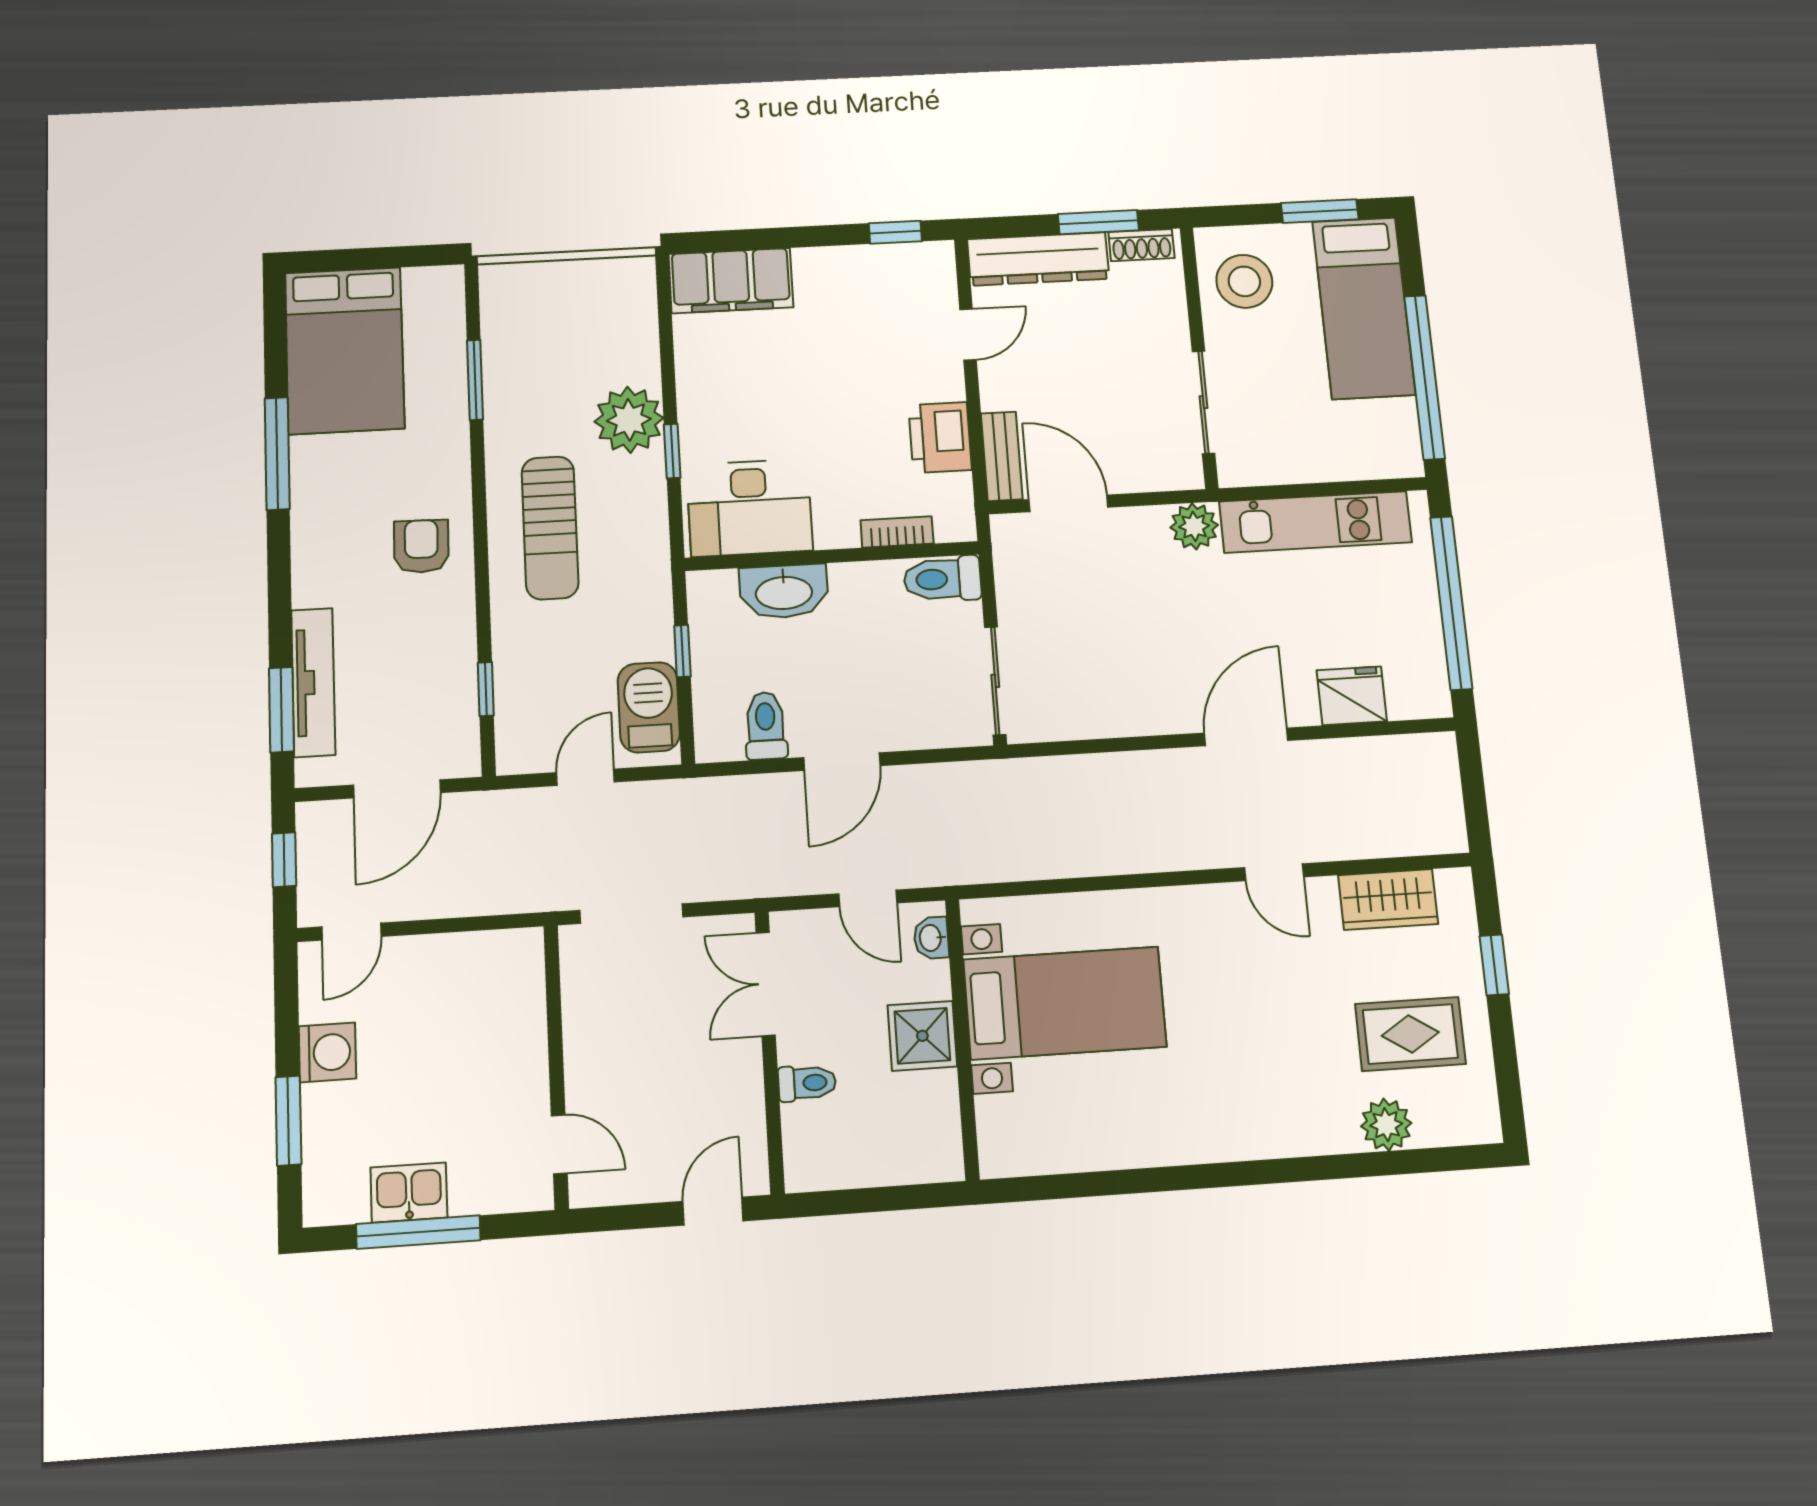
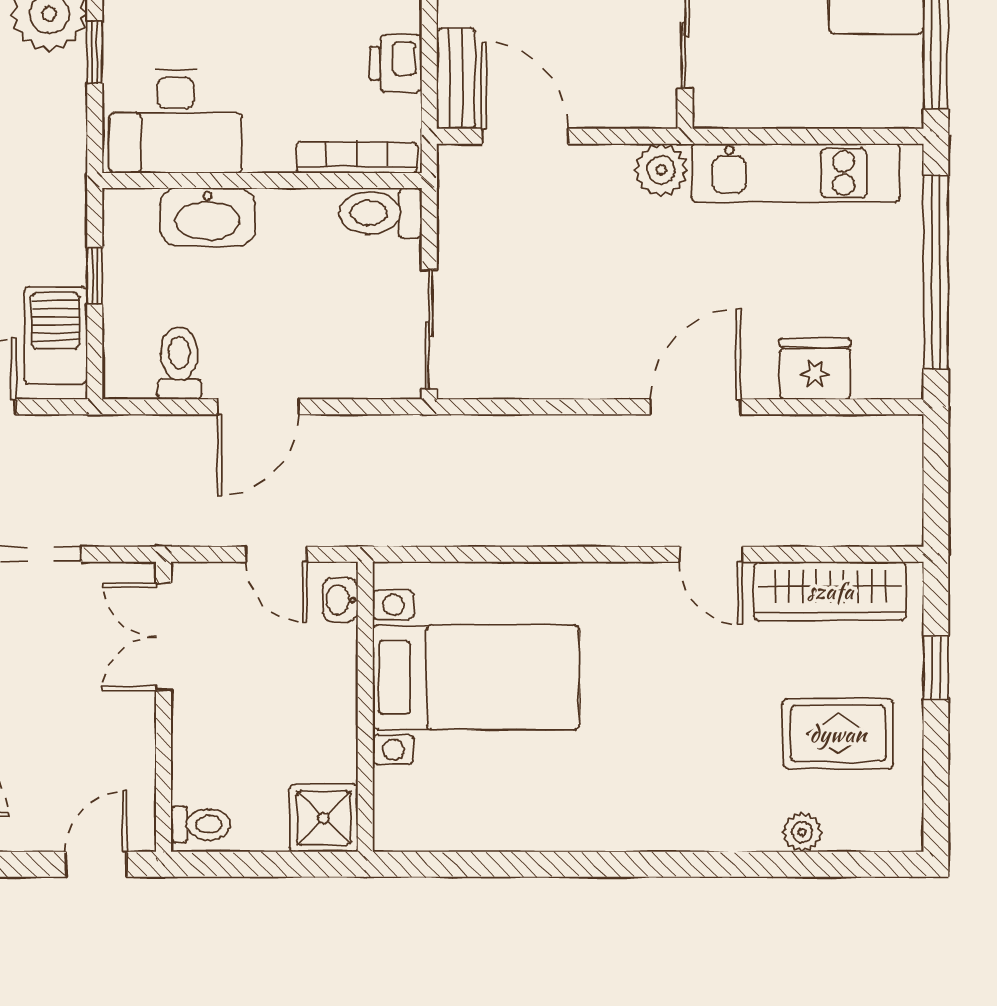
printer: (940, 438) -> (396, 64), width x0.73, depth x0.81
bookcase: (897, 532) -> (356, 157), width x1.56
wardrobe: (1388, 900) -> (830, 591), width x1.50
shower: (922, 1036) -> (324, 818), moved
toilet: (807, 1083) -> (200, 824), moved
plant: (1386, 1125) -> (802, 832), width x0.73, depth x0.73

